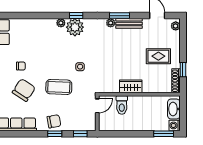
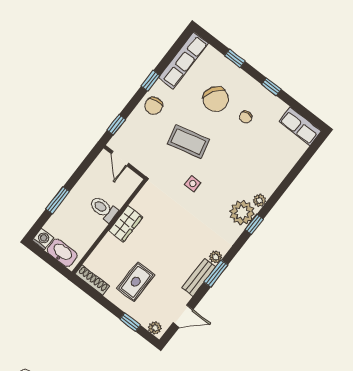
window: (183, 70) -> (130, 322), moved
coffee table: (59, 87) -> (188, 142), turned 74
toilet: (122, 105) -> (103, 209), moved
door: (97, 106) -> (120, 158), moved
window: (55, 134) -> (150, 81), moved
window: (164, 134) -> (58, 200), moved

